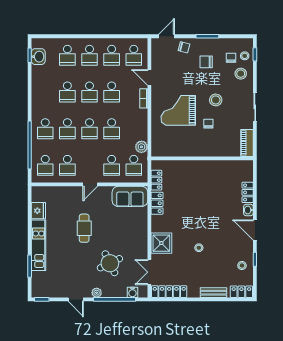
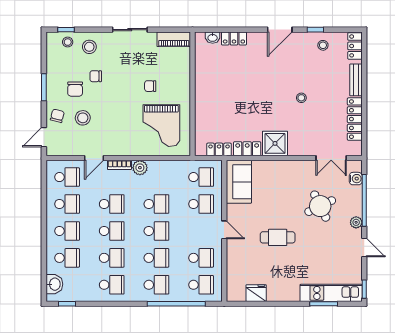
door: (167, 36) -> (44, 137), hinge flipped
washbasin: (38, 57) -> (54, 284), moved, turned 90
chair: (231, 58) -> (96, 76), moved
school desk: (45, 92) -> (112, 285), added
stool: (216, 100) -> (83, 118), moved
grand piano: (178, 110) -> (161, 126), moved
plant: (141, 147) -> (140, 168), moved
washbasin: (248, 210) -> (213, 38), moved
shower: (161, 243) -> (275, 143), moved
kitchen unit: (39, 245) -> (331, 293), moved
locker: (169, 292) -> (355, 119), moved
door: (76, 299) -> (364, 248), hinge flipped

